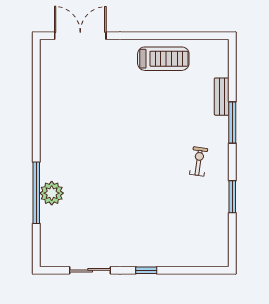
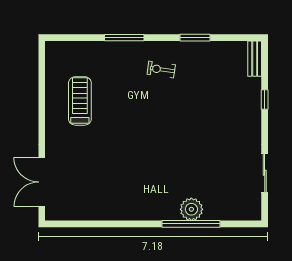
treadmill: (163, 59) -> (80, 101), moved
bench: (222, 97) -> (255, 59), moved, turned 90
window: (146, 270) -> (265, 100), moved

